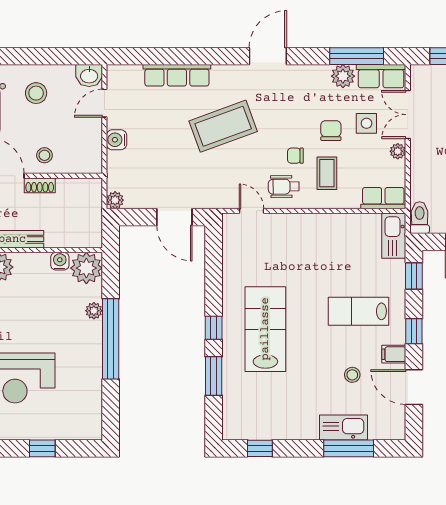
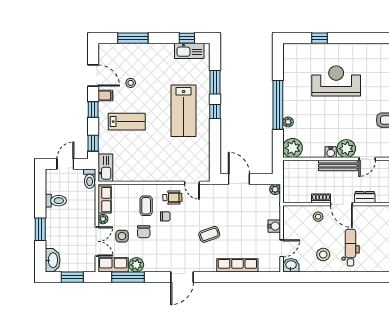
coffee table: (223, 126) -> (209, 234), width x0.54, depth x0.58
row of seats: (383, 198) -> (105, 200), moved, turned -90
water cooler: (60, 261) -> (331, 152), moved
kitchen sink: (344, 427) -> (189, 51), moved

